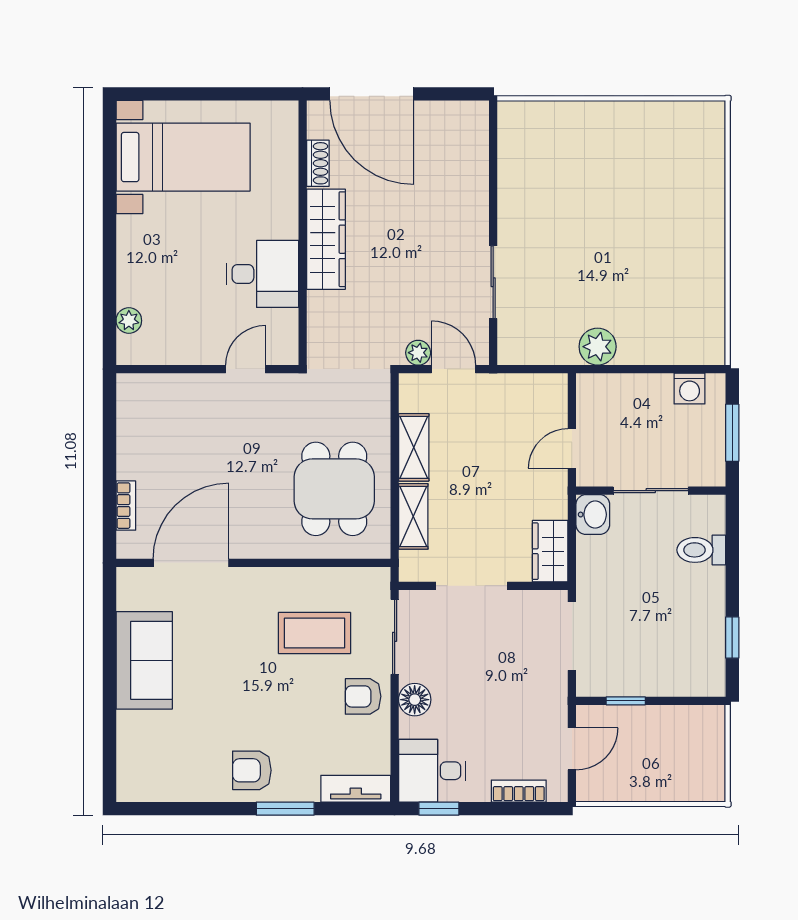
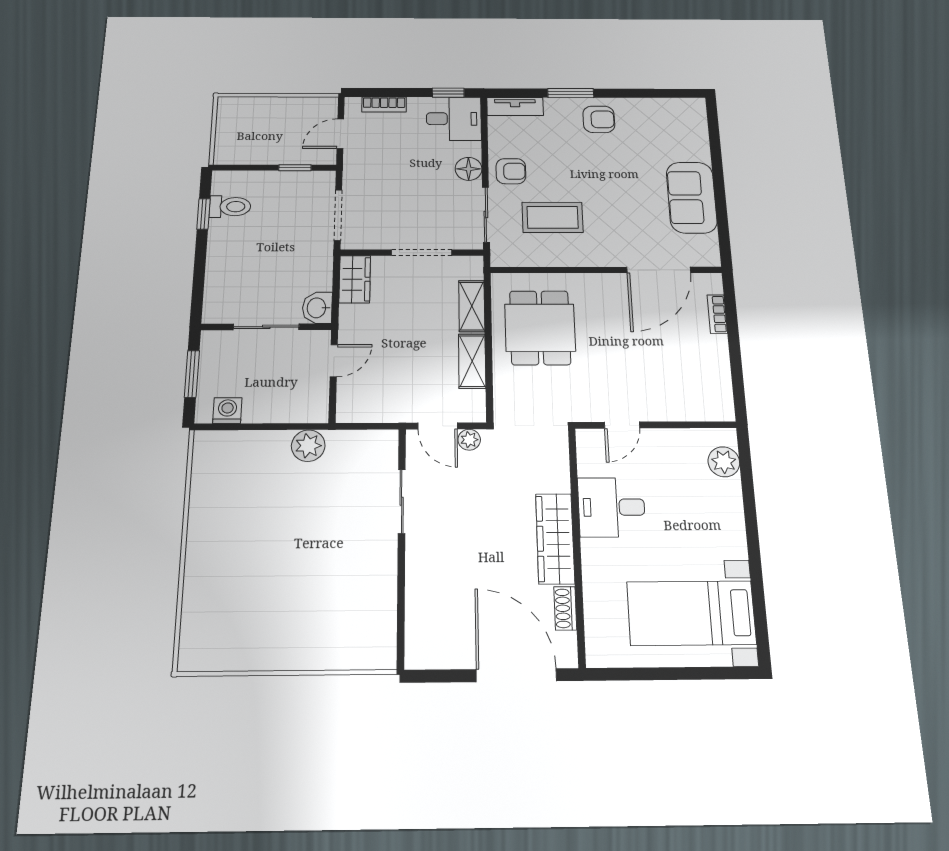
plant: (129, 321) -> (724, 462), width x1.38, depth x1.38
toilet: (701, 550) -> (230, 207), moved

